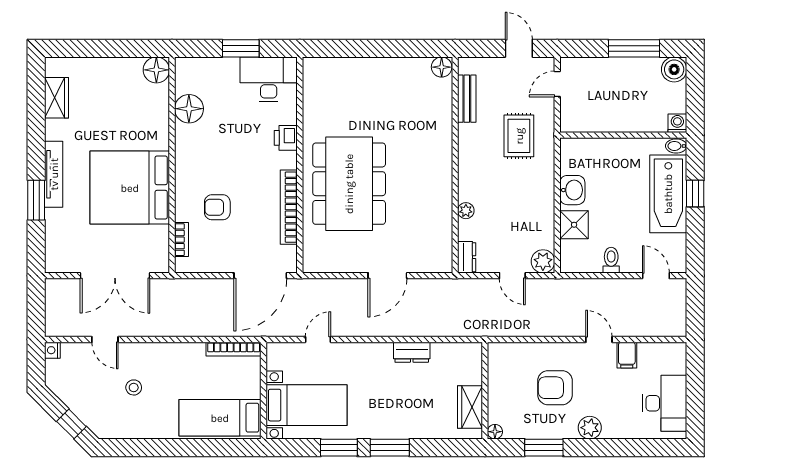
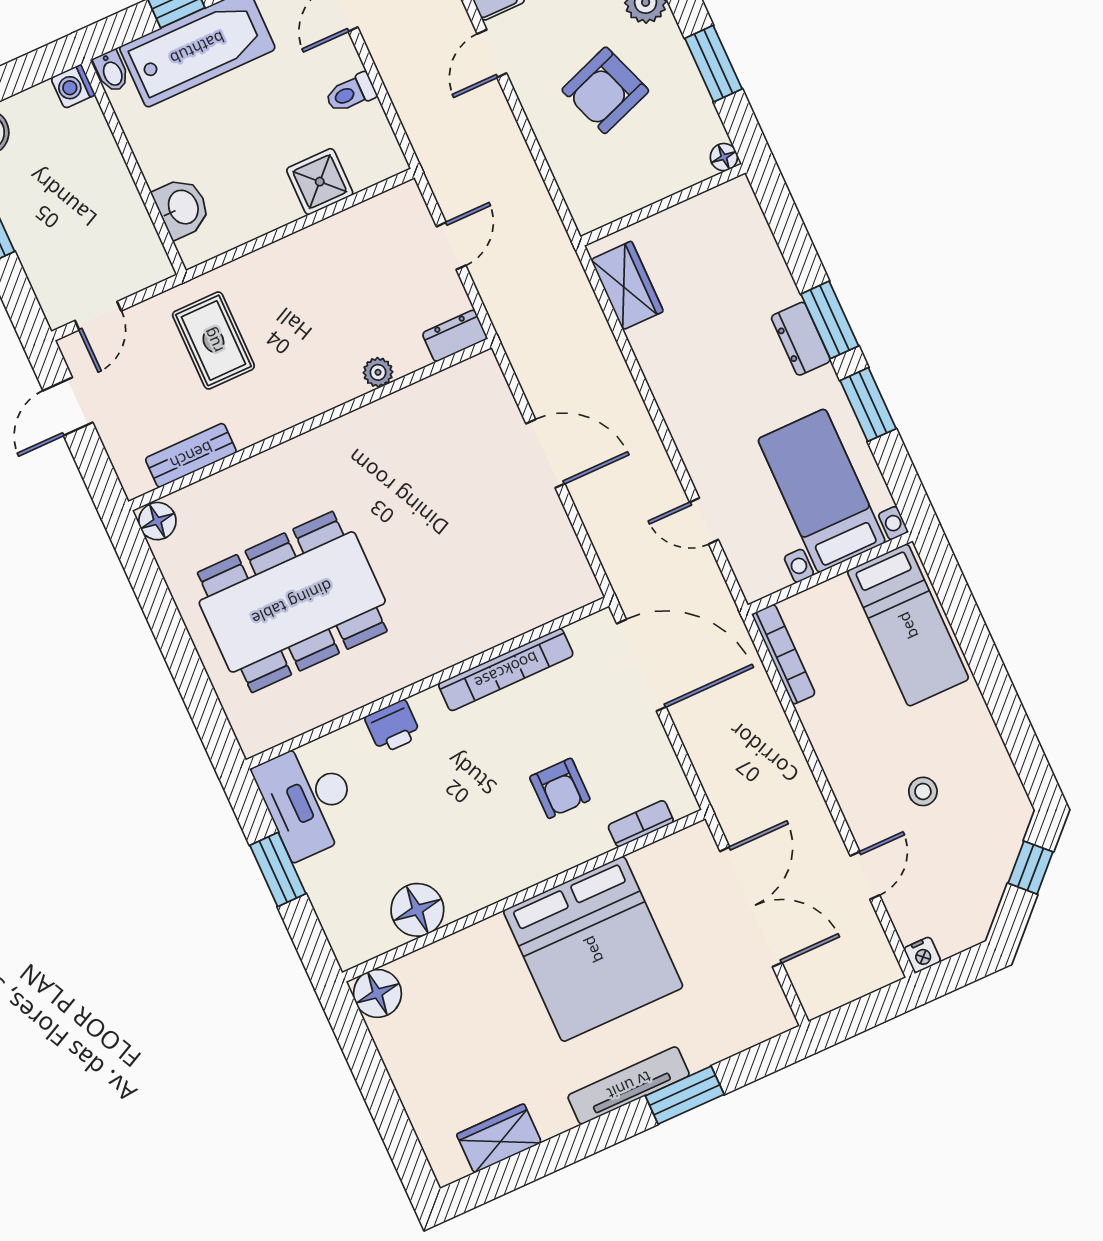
door: (557, 84) -> (98, 316), hinge flipped
rug: (519, 136) -> (213, 340), turned 90
dining table: (349, 184) -> (292, 602), moved
washbasin: (572, 190) -> (182, 208), moved, turned 90
plant: (543, 261) -> (404, 206), removed
dresser: (412, 352) -> (801, 339), moved, turned 180
armchair: (555, 388) -> (605, 90), turned 70
wardrobe: (470, 407) -> (627, 285), moved, turned -90

